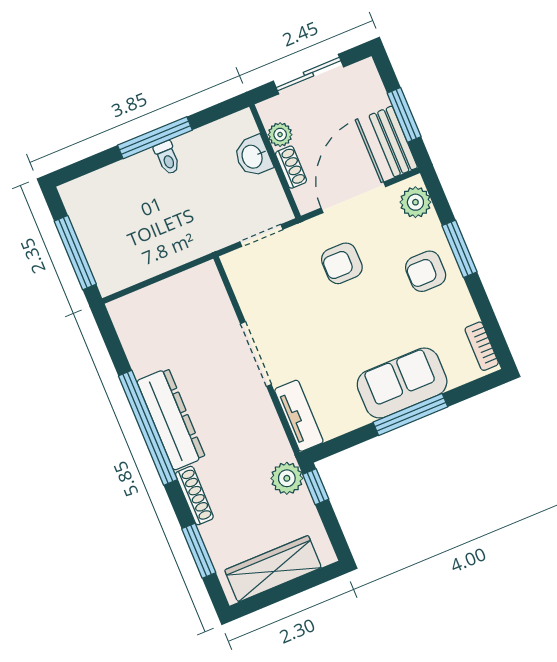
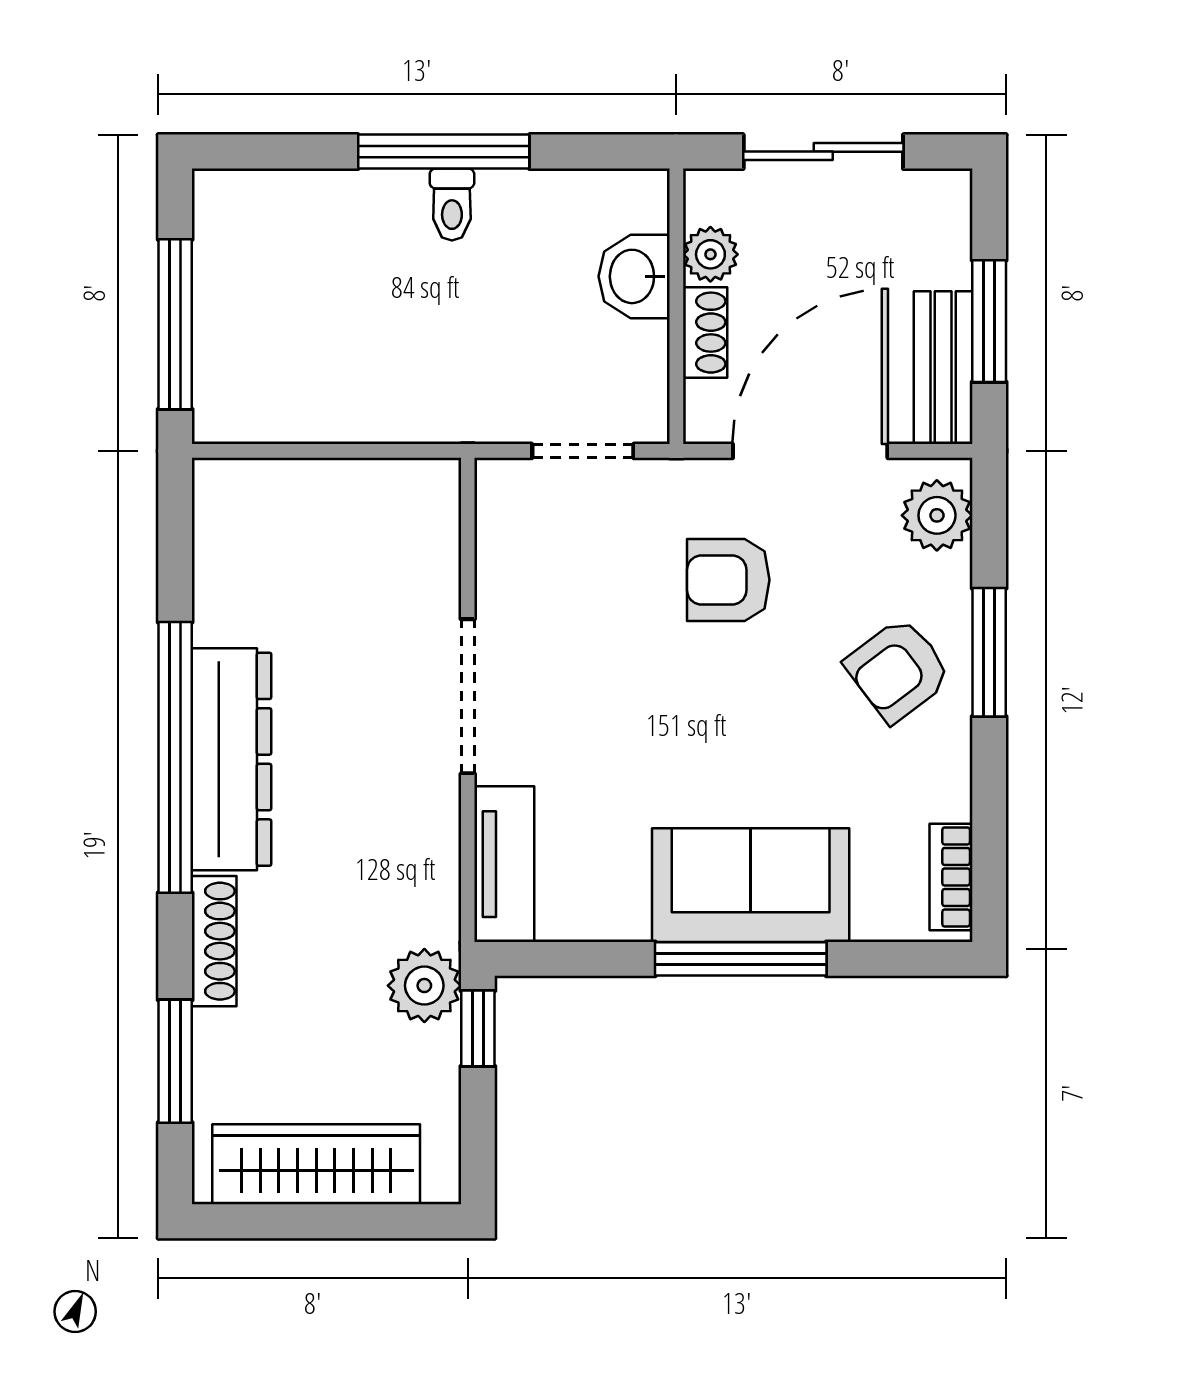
armchair: (426, 271) -> (898, 670), turned -37

